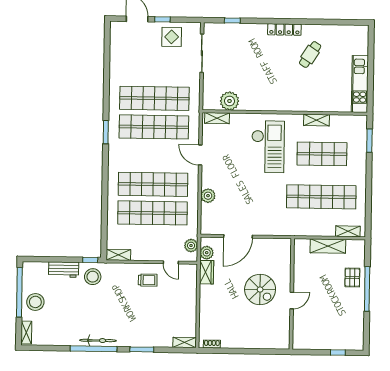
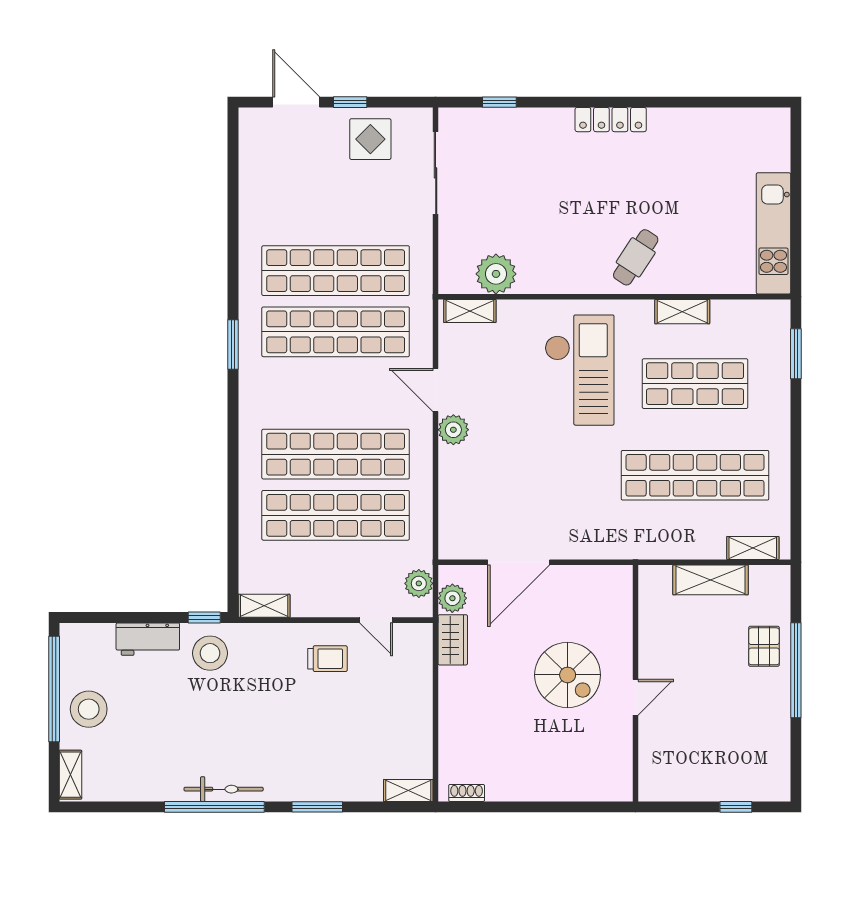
cafe table: (310, 55) -> (636, 257), moved
plant: (208, 196) -> (453, 430), moved

